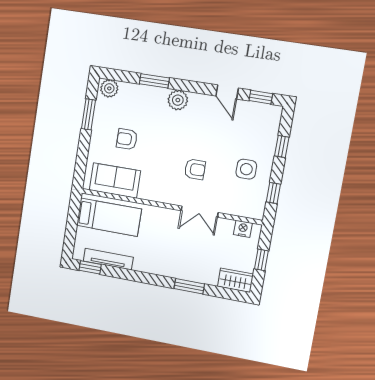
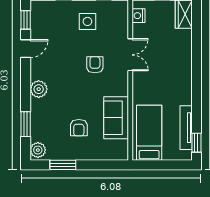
window: (154, 81) -> (26, 124), moved
sofa: (115, 180) -> (116, 118), moved
window: (189, 286) -> (196, 53), removed

